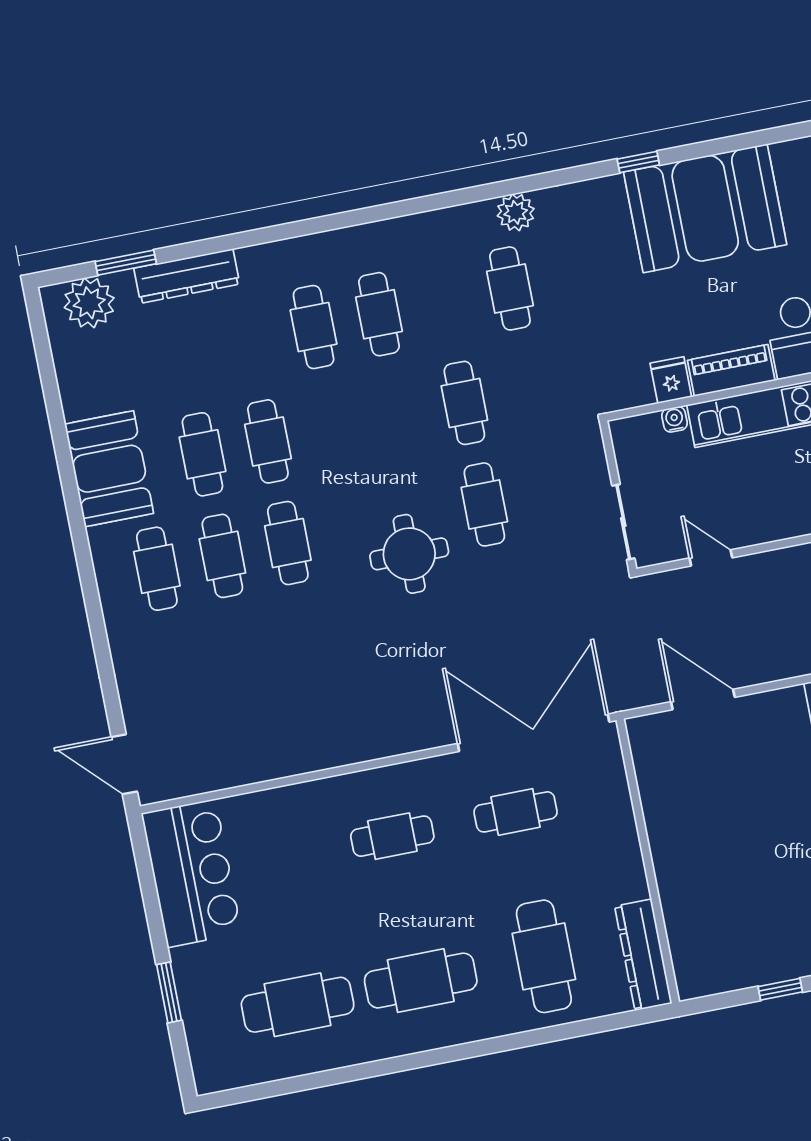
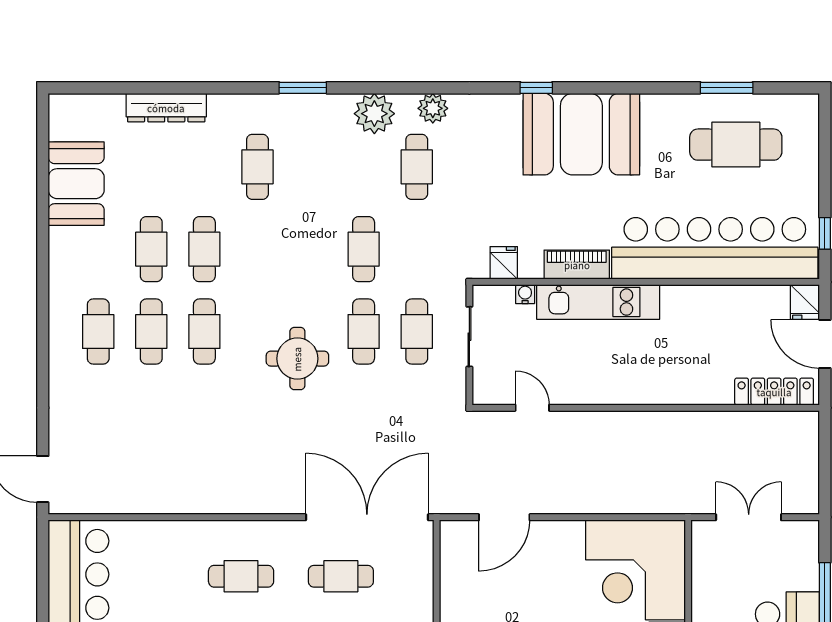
window: (126, 263) -> (303, 88), moved
plant: (89, 303) -> (374, 114), moved
cafe table: (379, 314) -> (417, 331), moved
fridge: (671, 380) -> (504, 263), moved
booth: (109, 469) -> (76, 184), moved
sliding door: (623, 522) -> (469, 337), moved
door: (703, 700) -> (504, 517), swing flipped

